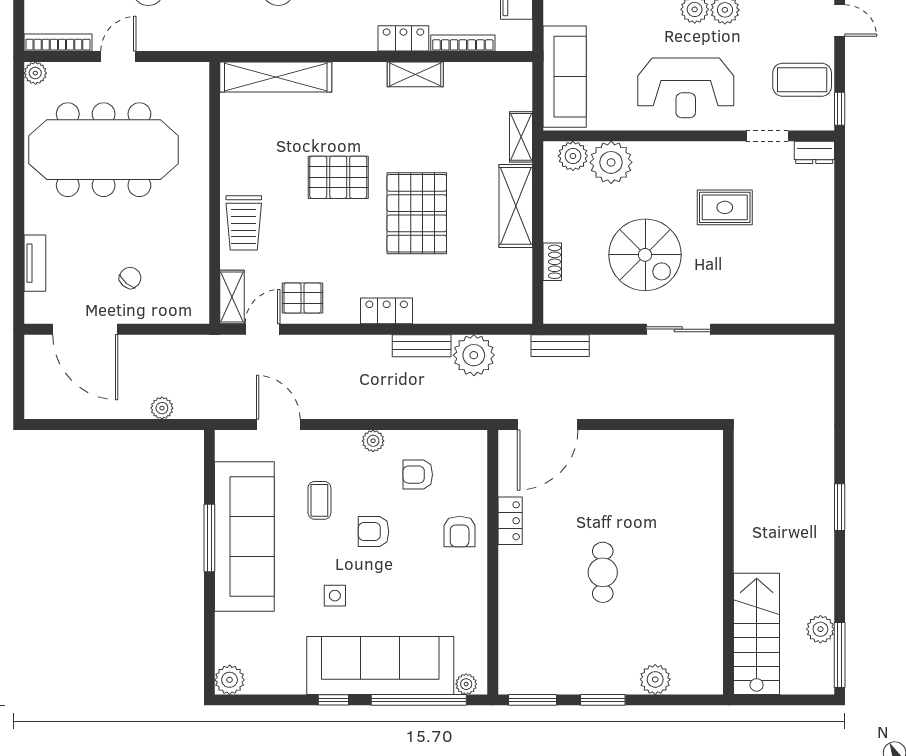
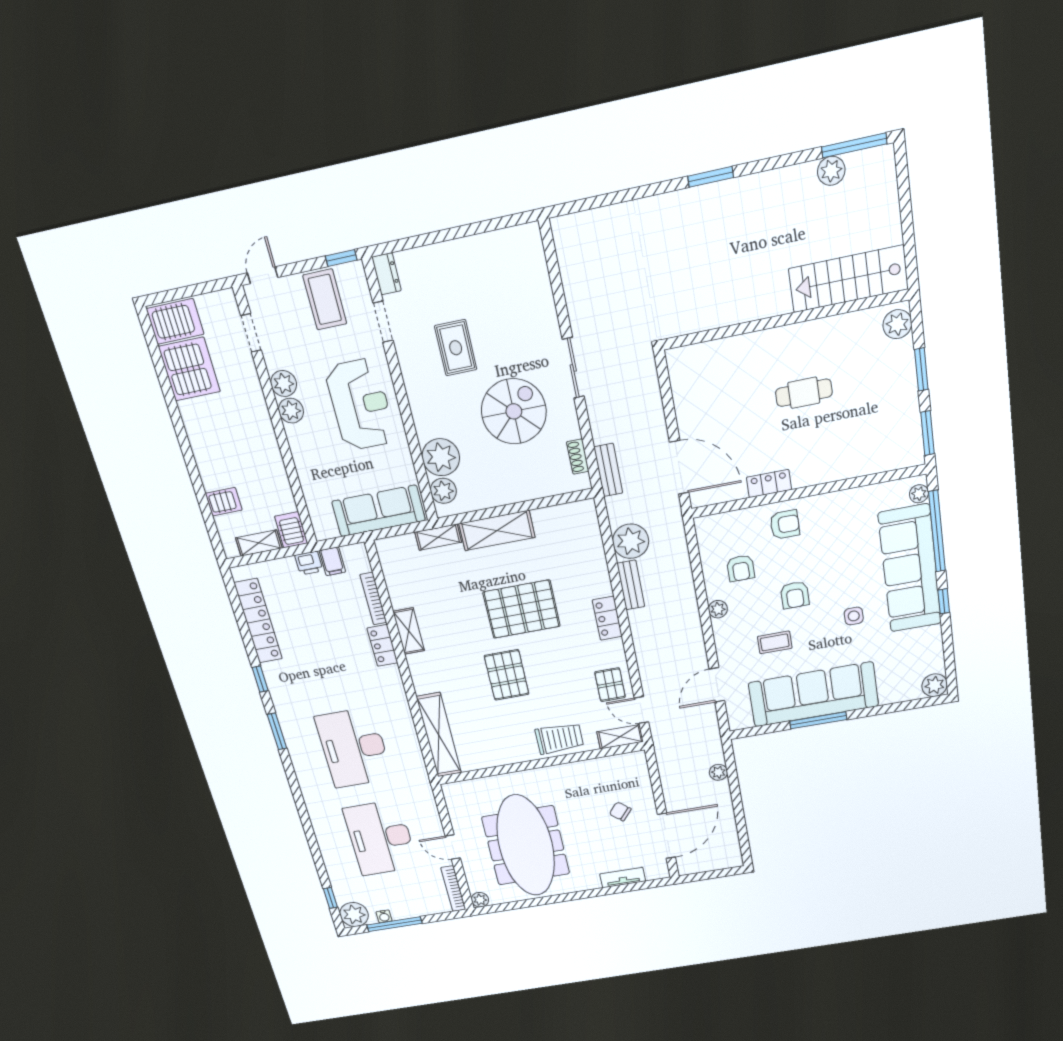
shoe rack: (552, 262) -> (578, 457), moved, turned -90
wall: (728, 562) -> (785, 320), moved
stairs: (757, 634) -> (848, 279), moved

